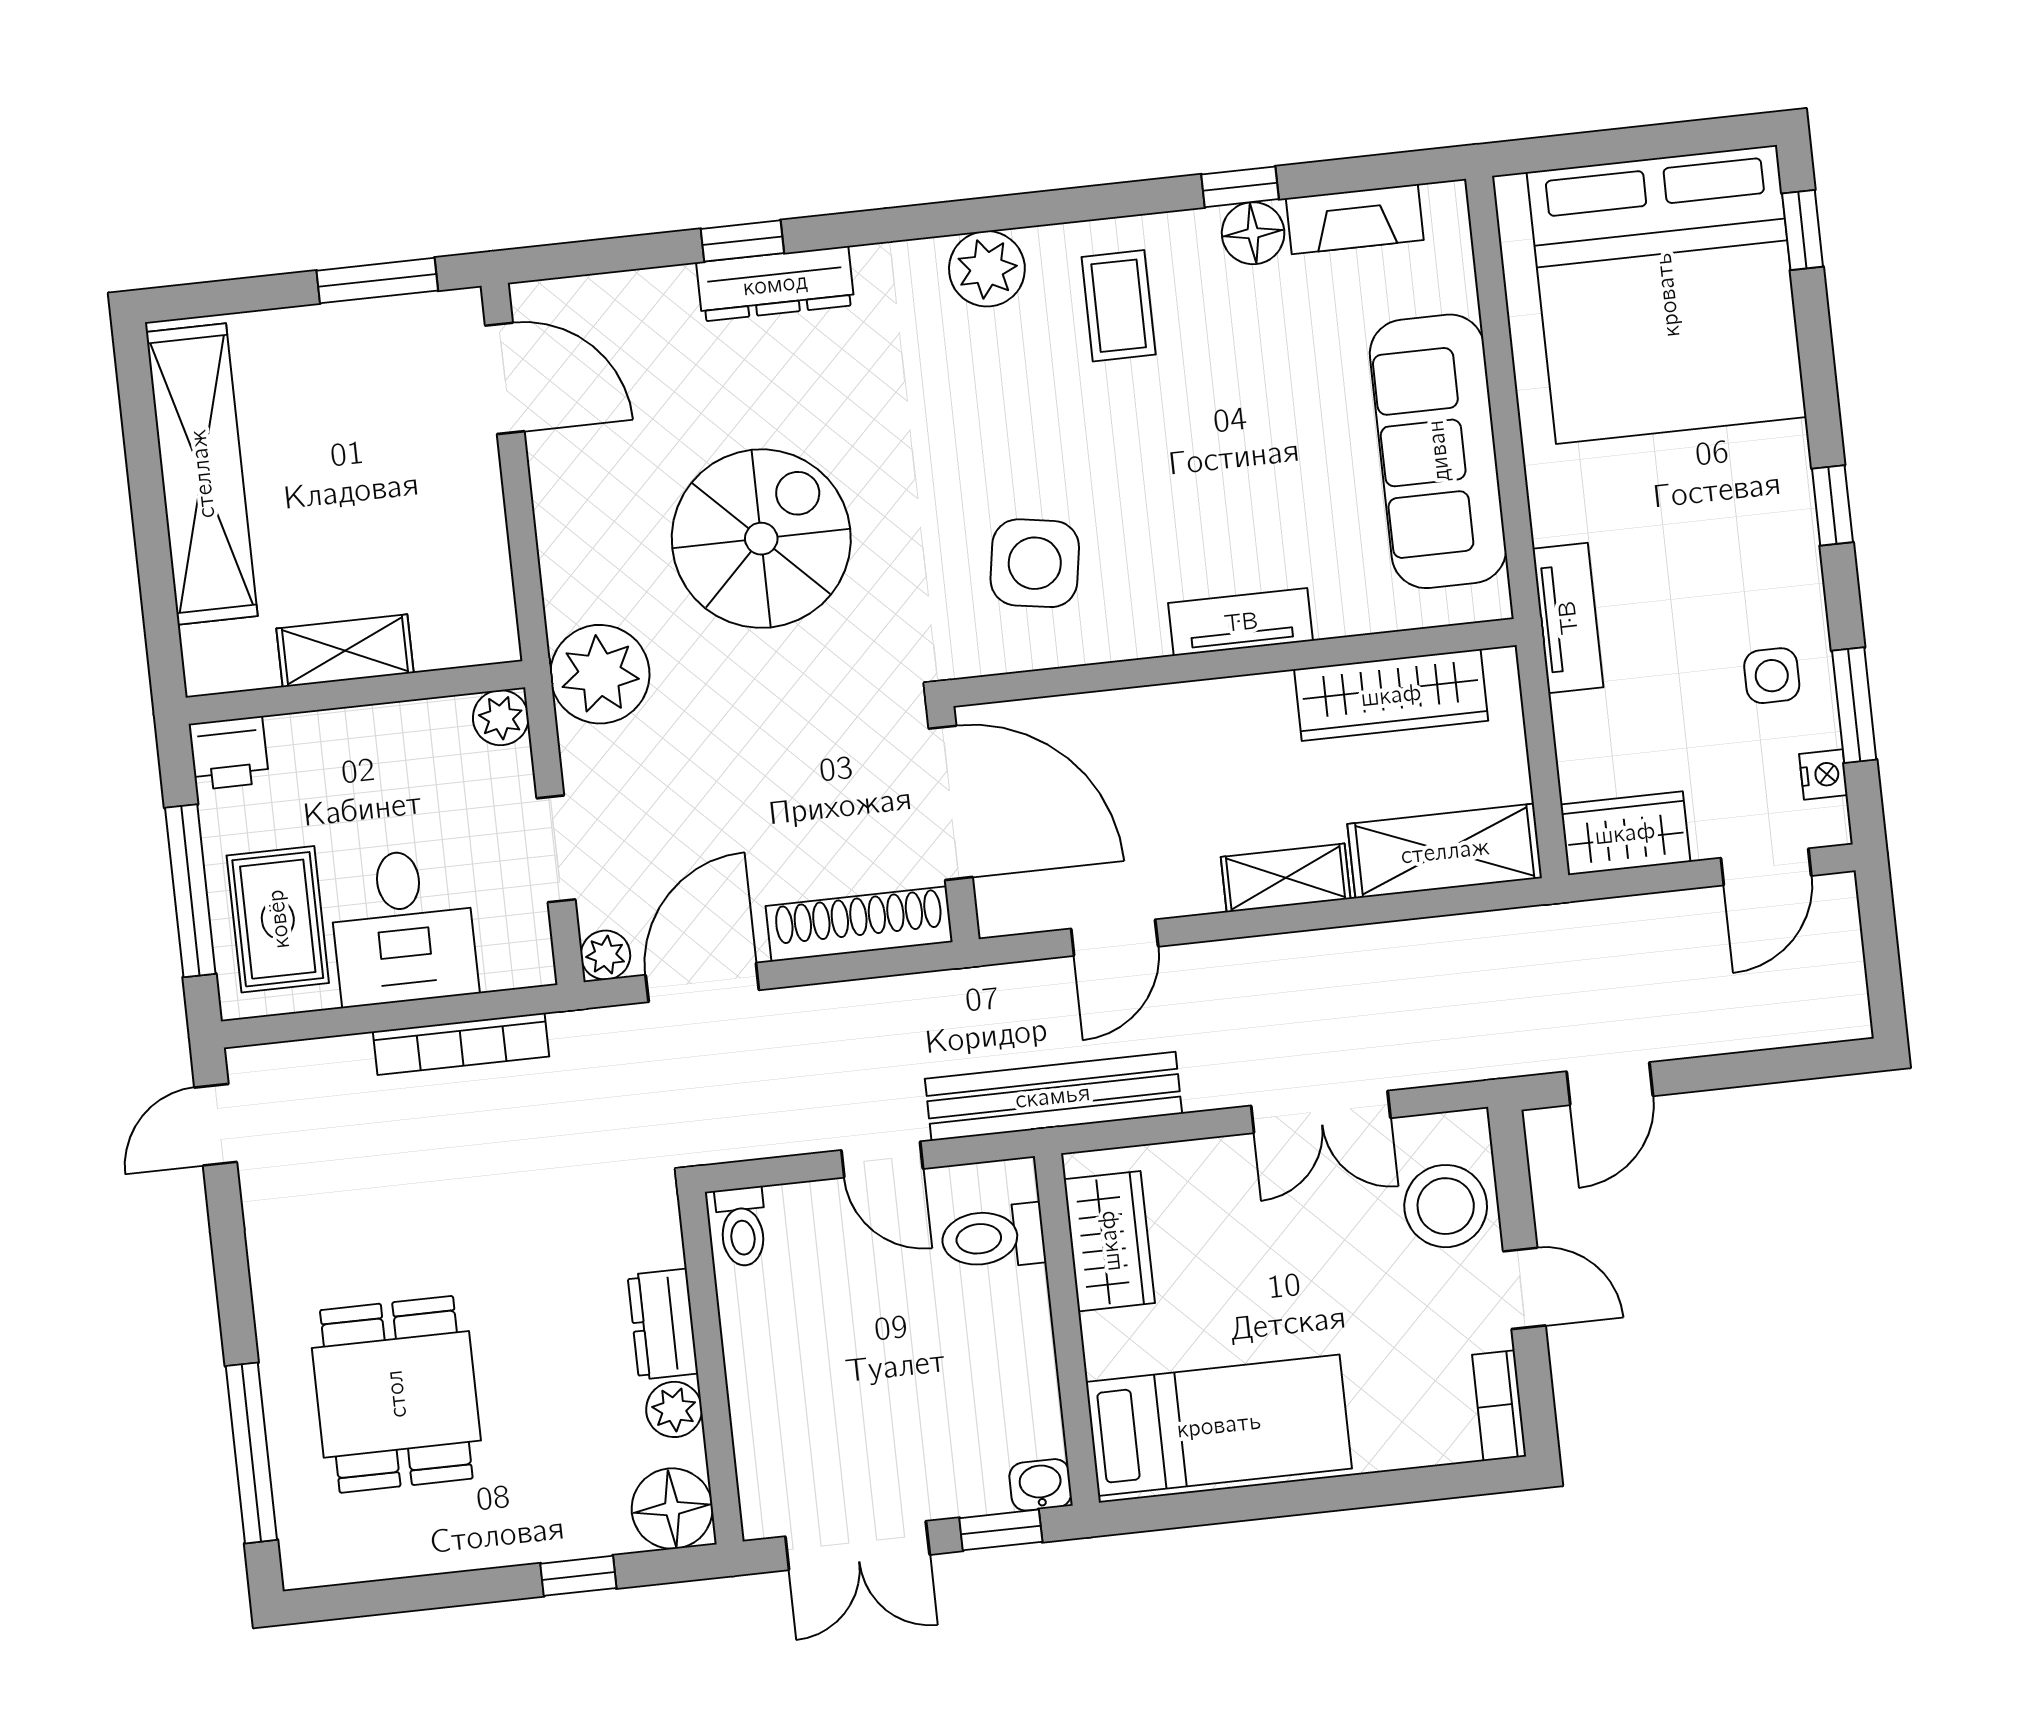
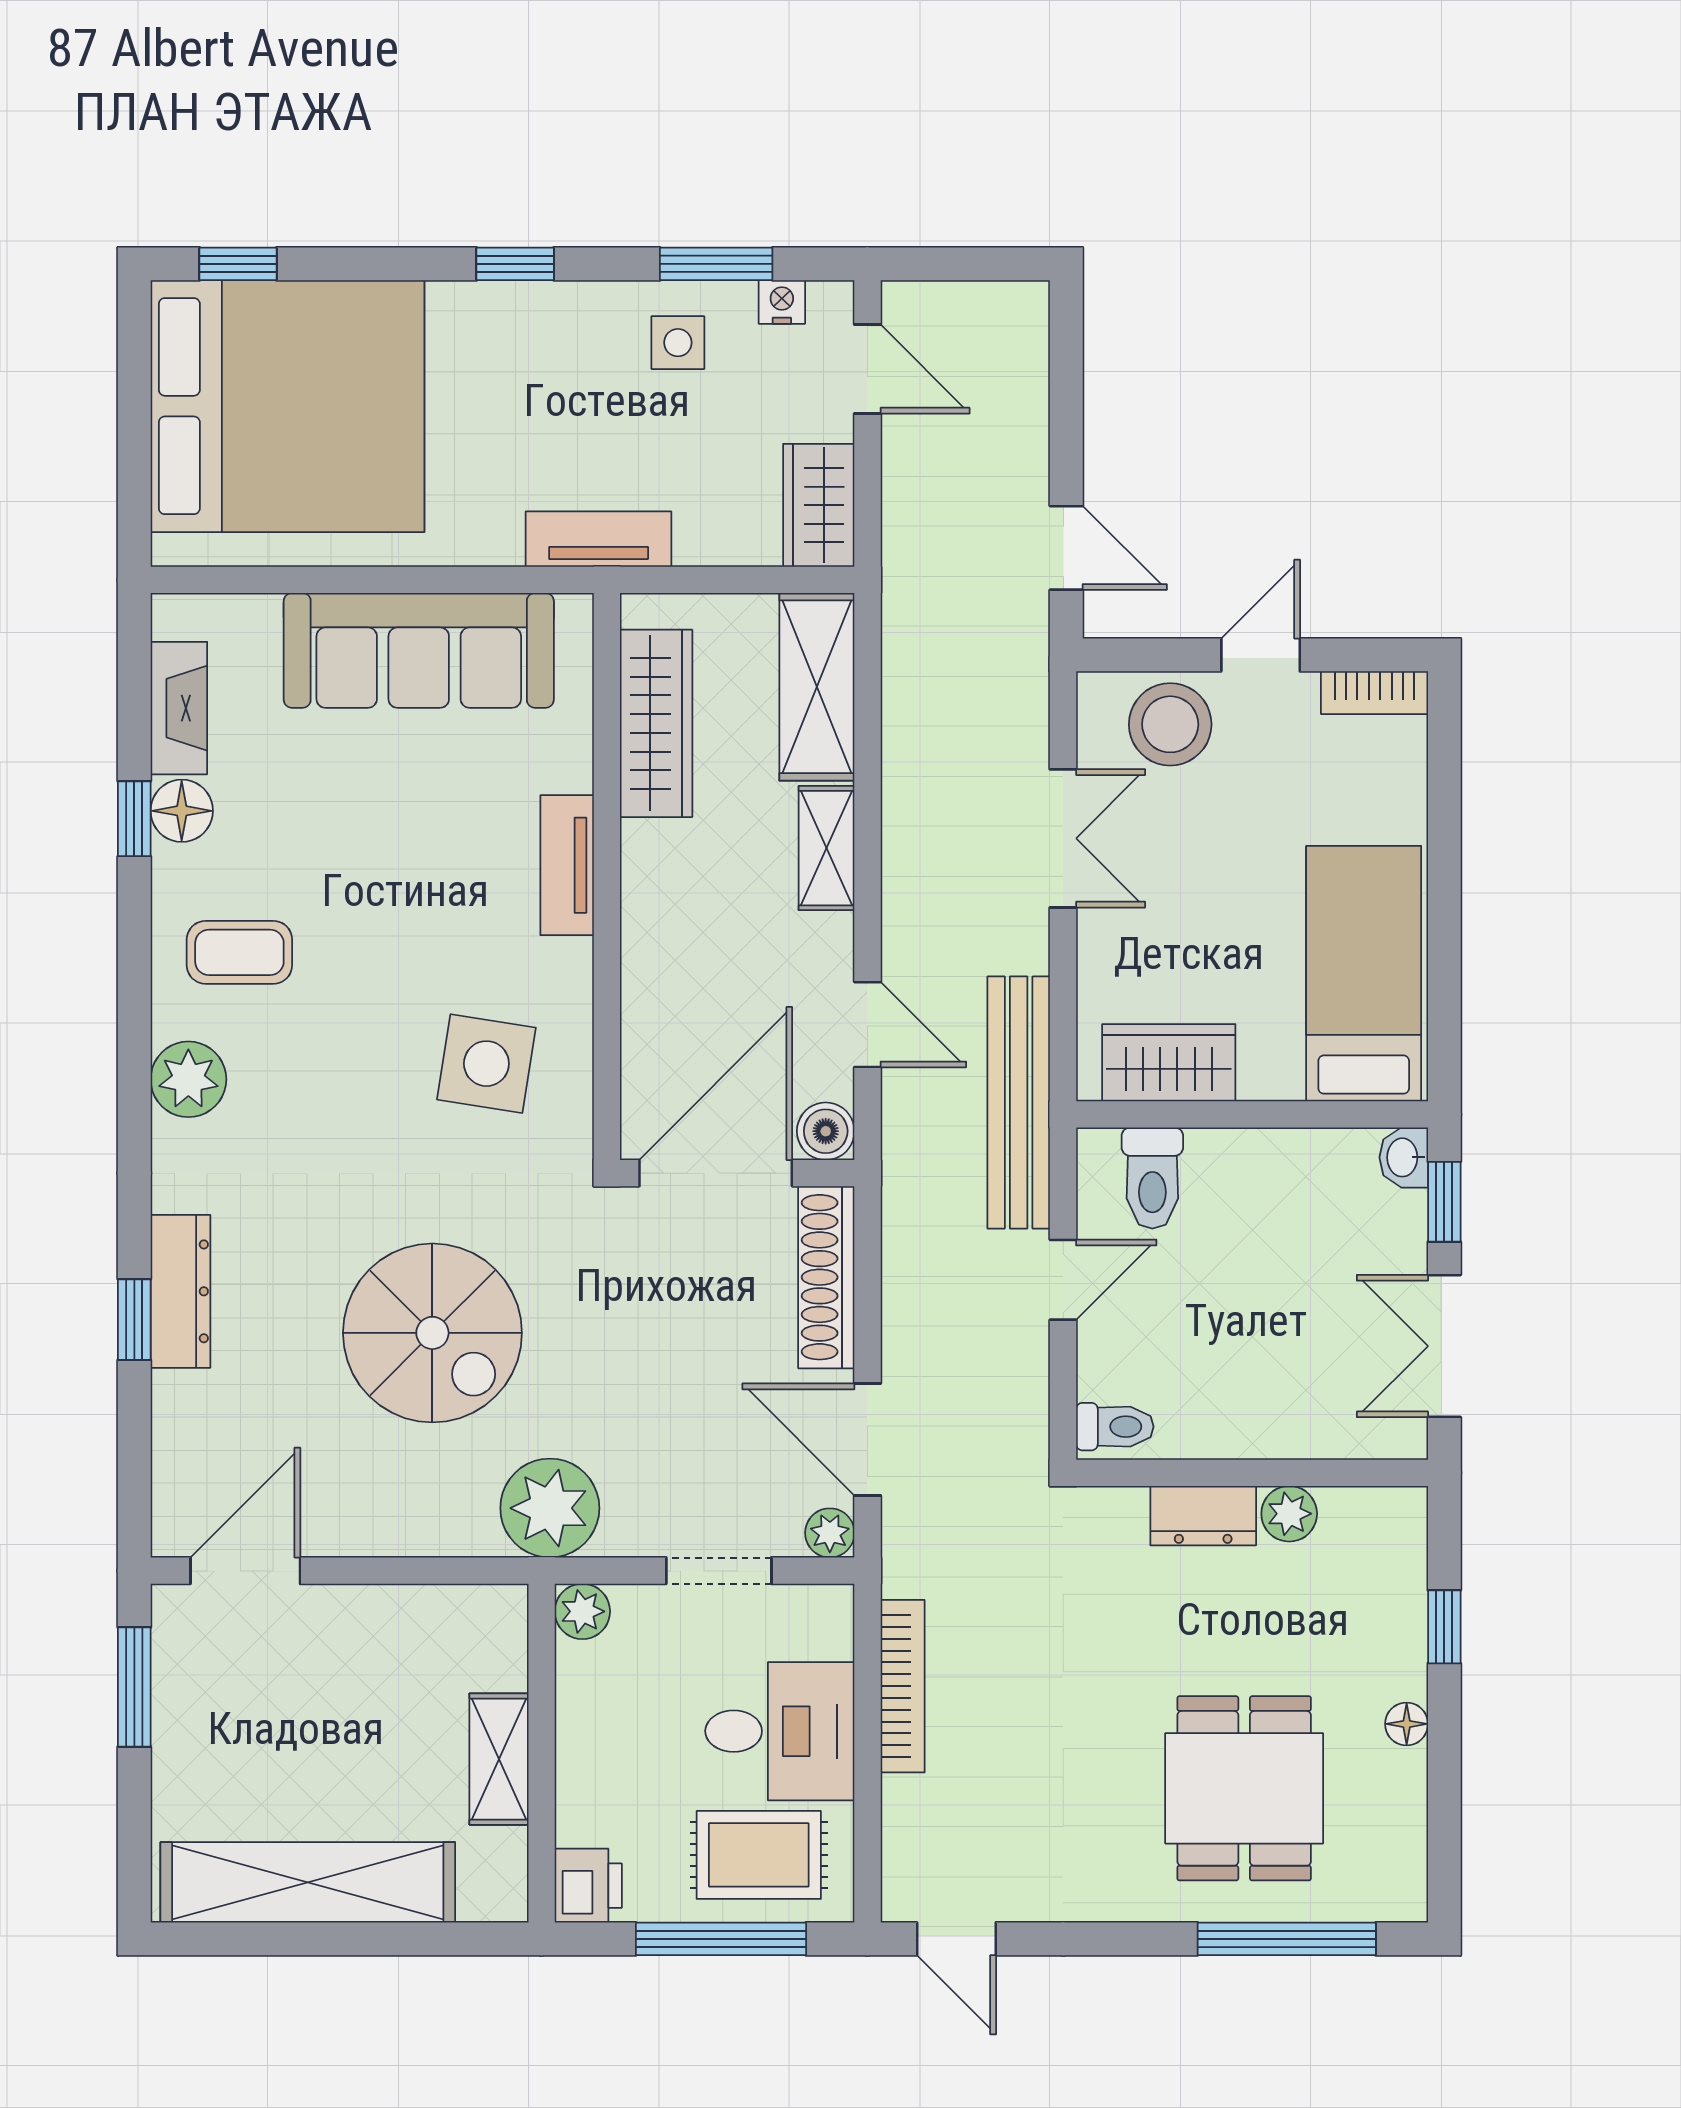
spiral stairs: (761, 539) -> (432, 1333), turned 180
boiler: (1004, 908) -> (826, 1131), added
dining table: (396, 1394) -> (1244, 1788), turned 90
floor lamp: (672, 1509) -> (1407, 1724), moved, width x0.53, depth x0.53
double door: (857, 1546) -> (1444, 1346), swing flipped

